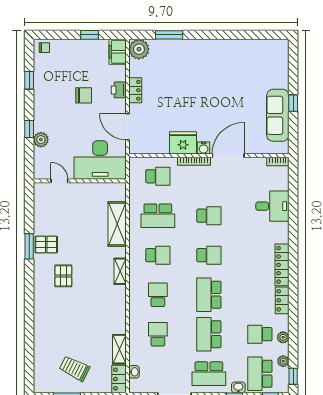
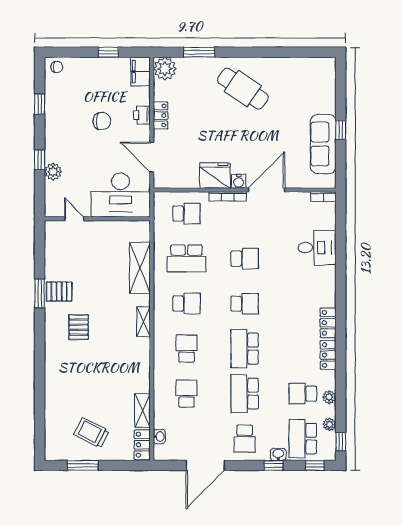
cafe table: (207, 67) -> (243, 89), added
locker: (282, 265) -> (328, 323), width x0.66
school desk: (209, 374) -> (245, 439), width x0.54

